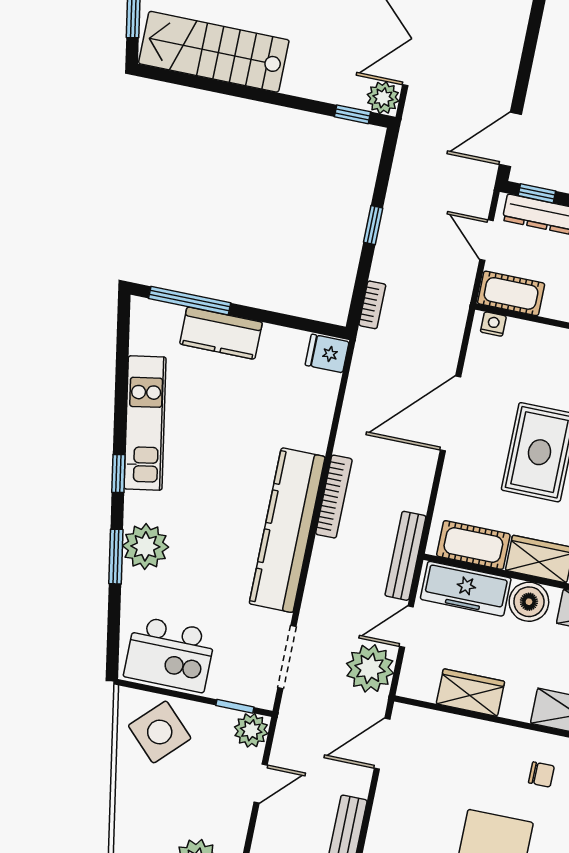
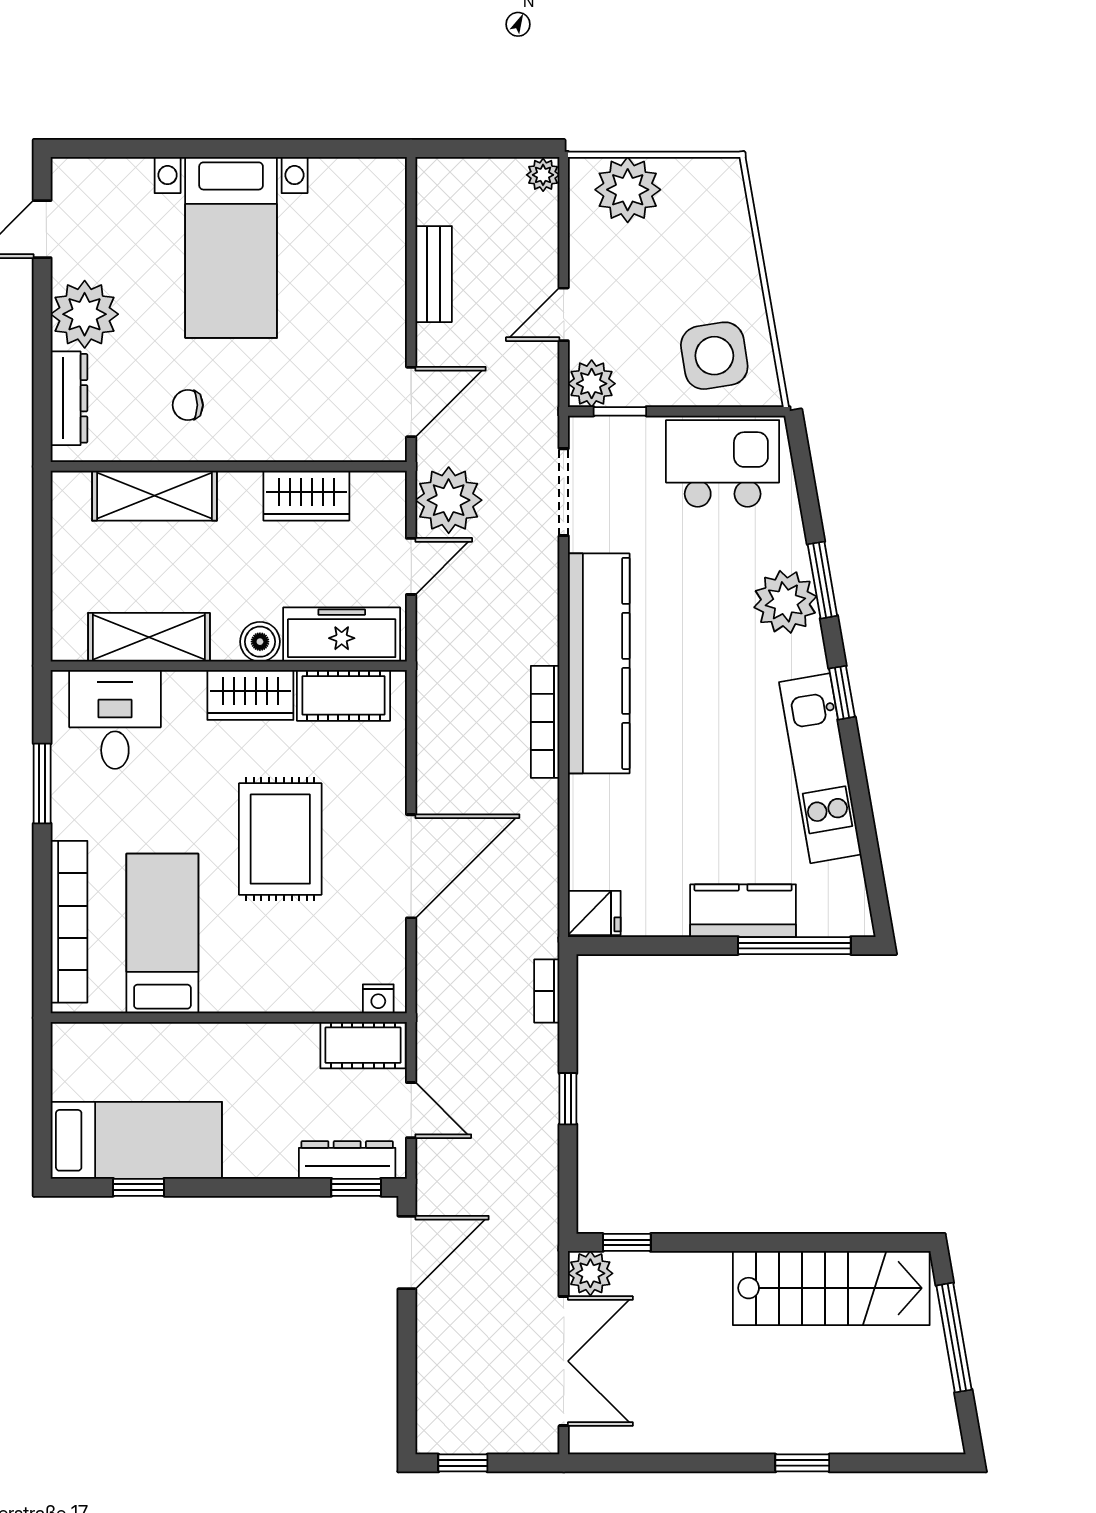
bench: (405, 556) -> (432, 662), removed
boiler: (529, 602) -> (260, 642), width x0.73, depth x0.73
side table: (160, 732) -> (714, 356), turned 36

